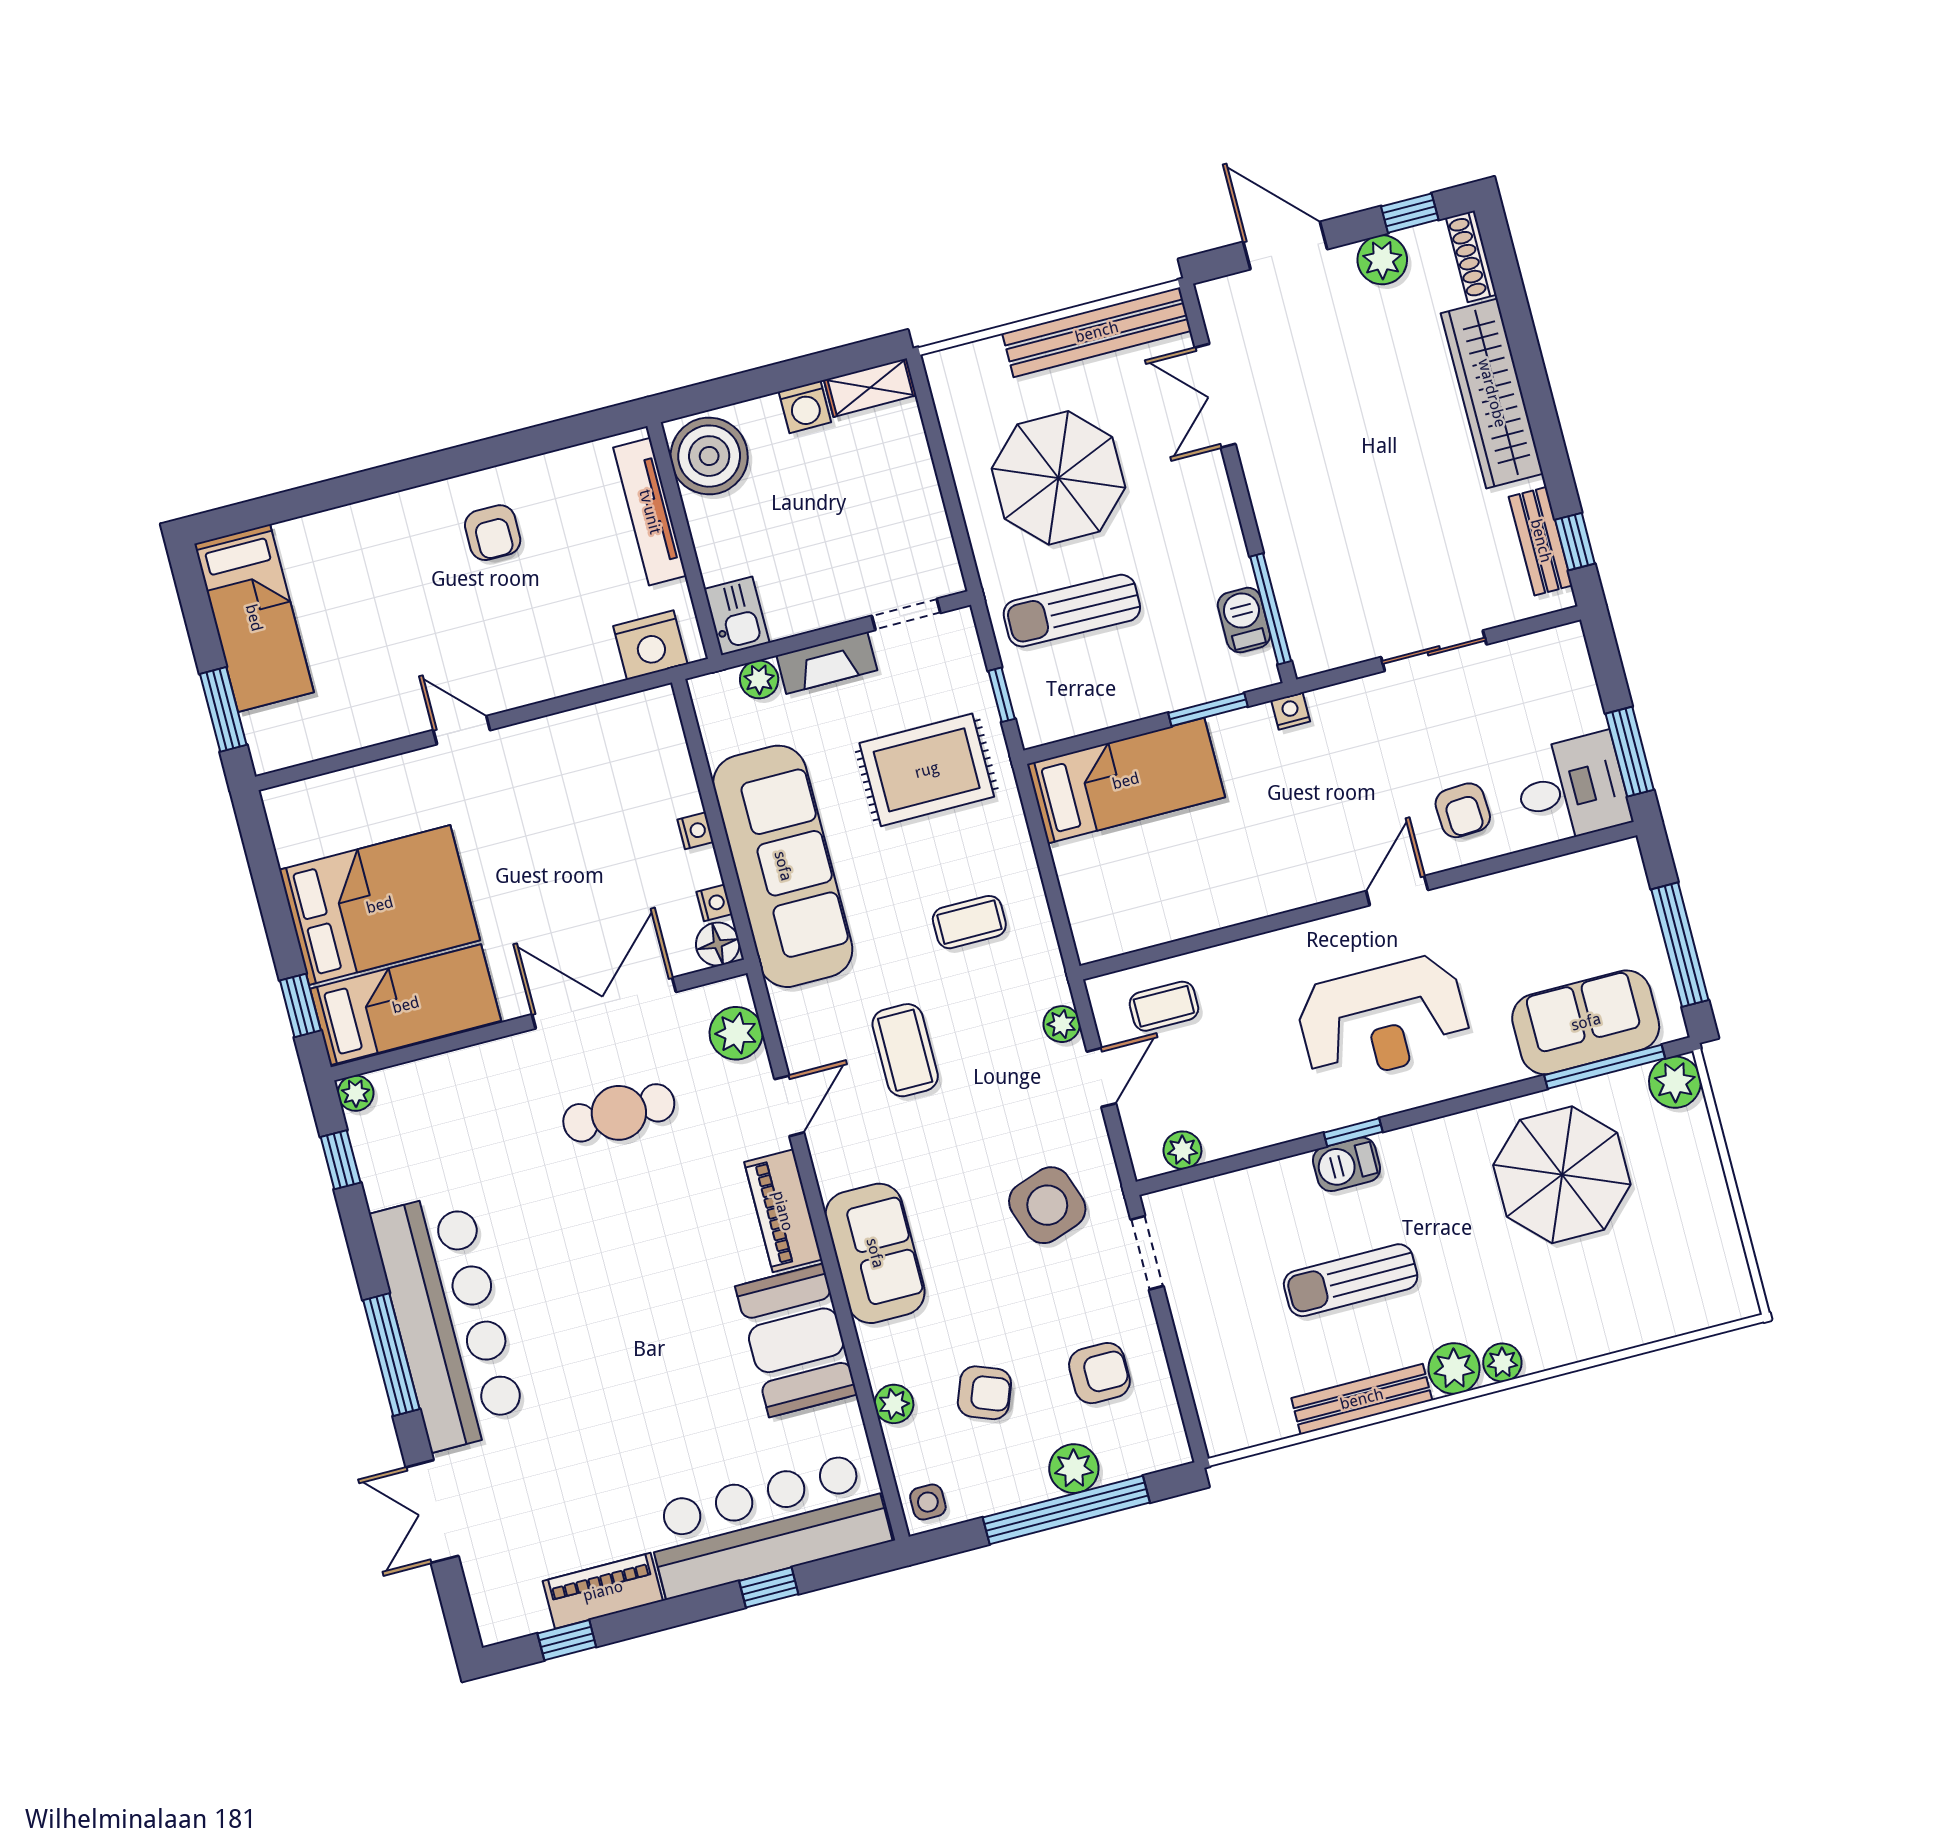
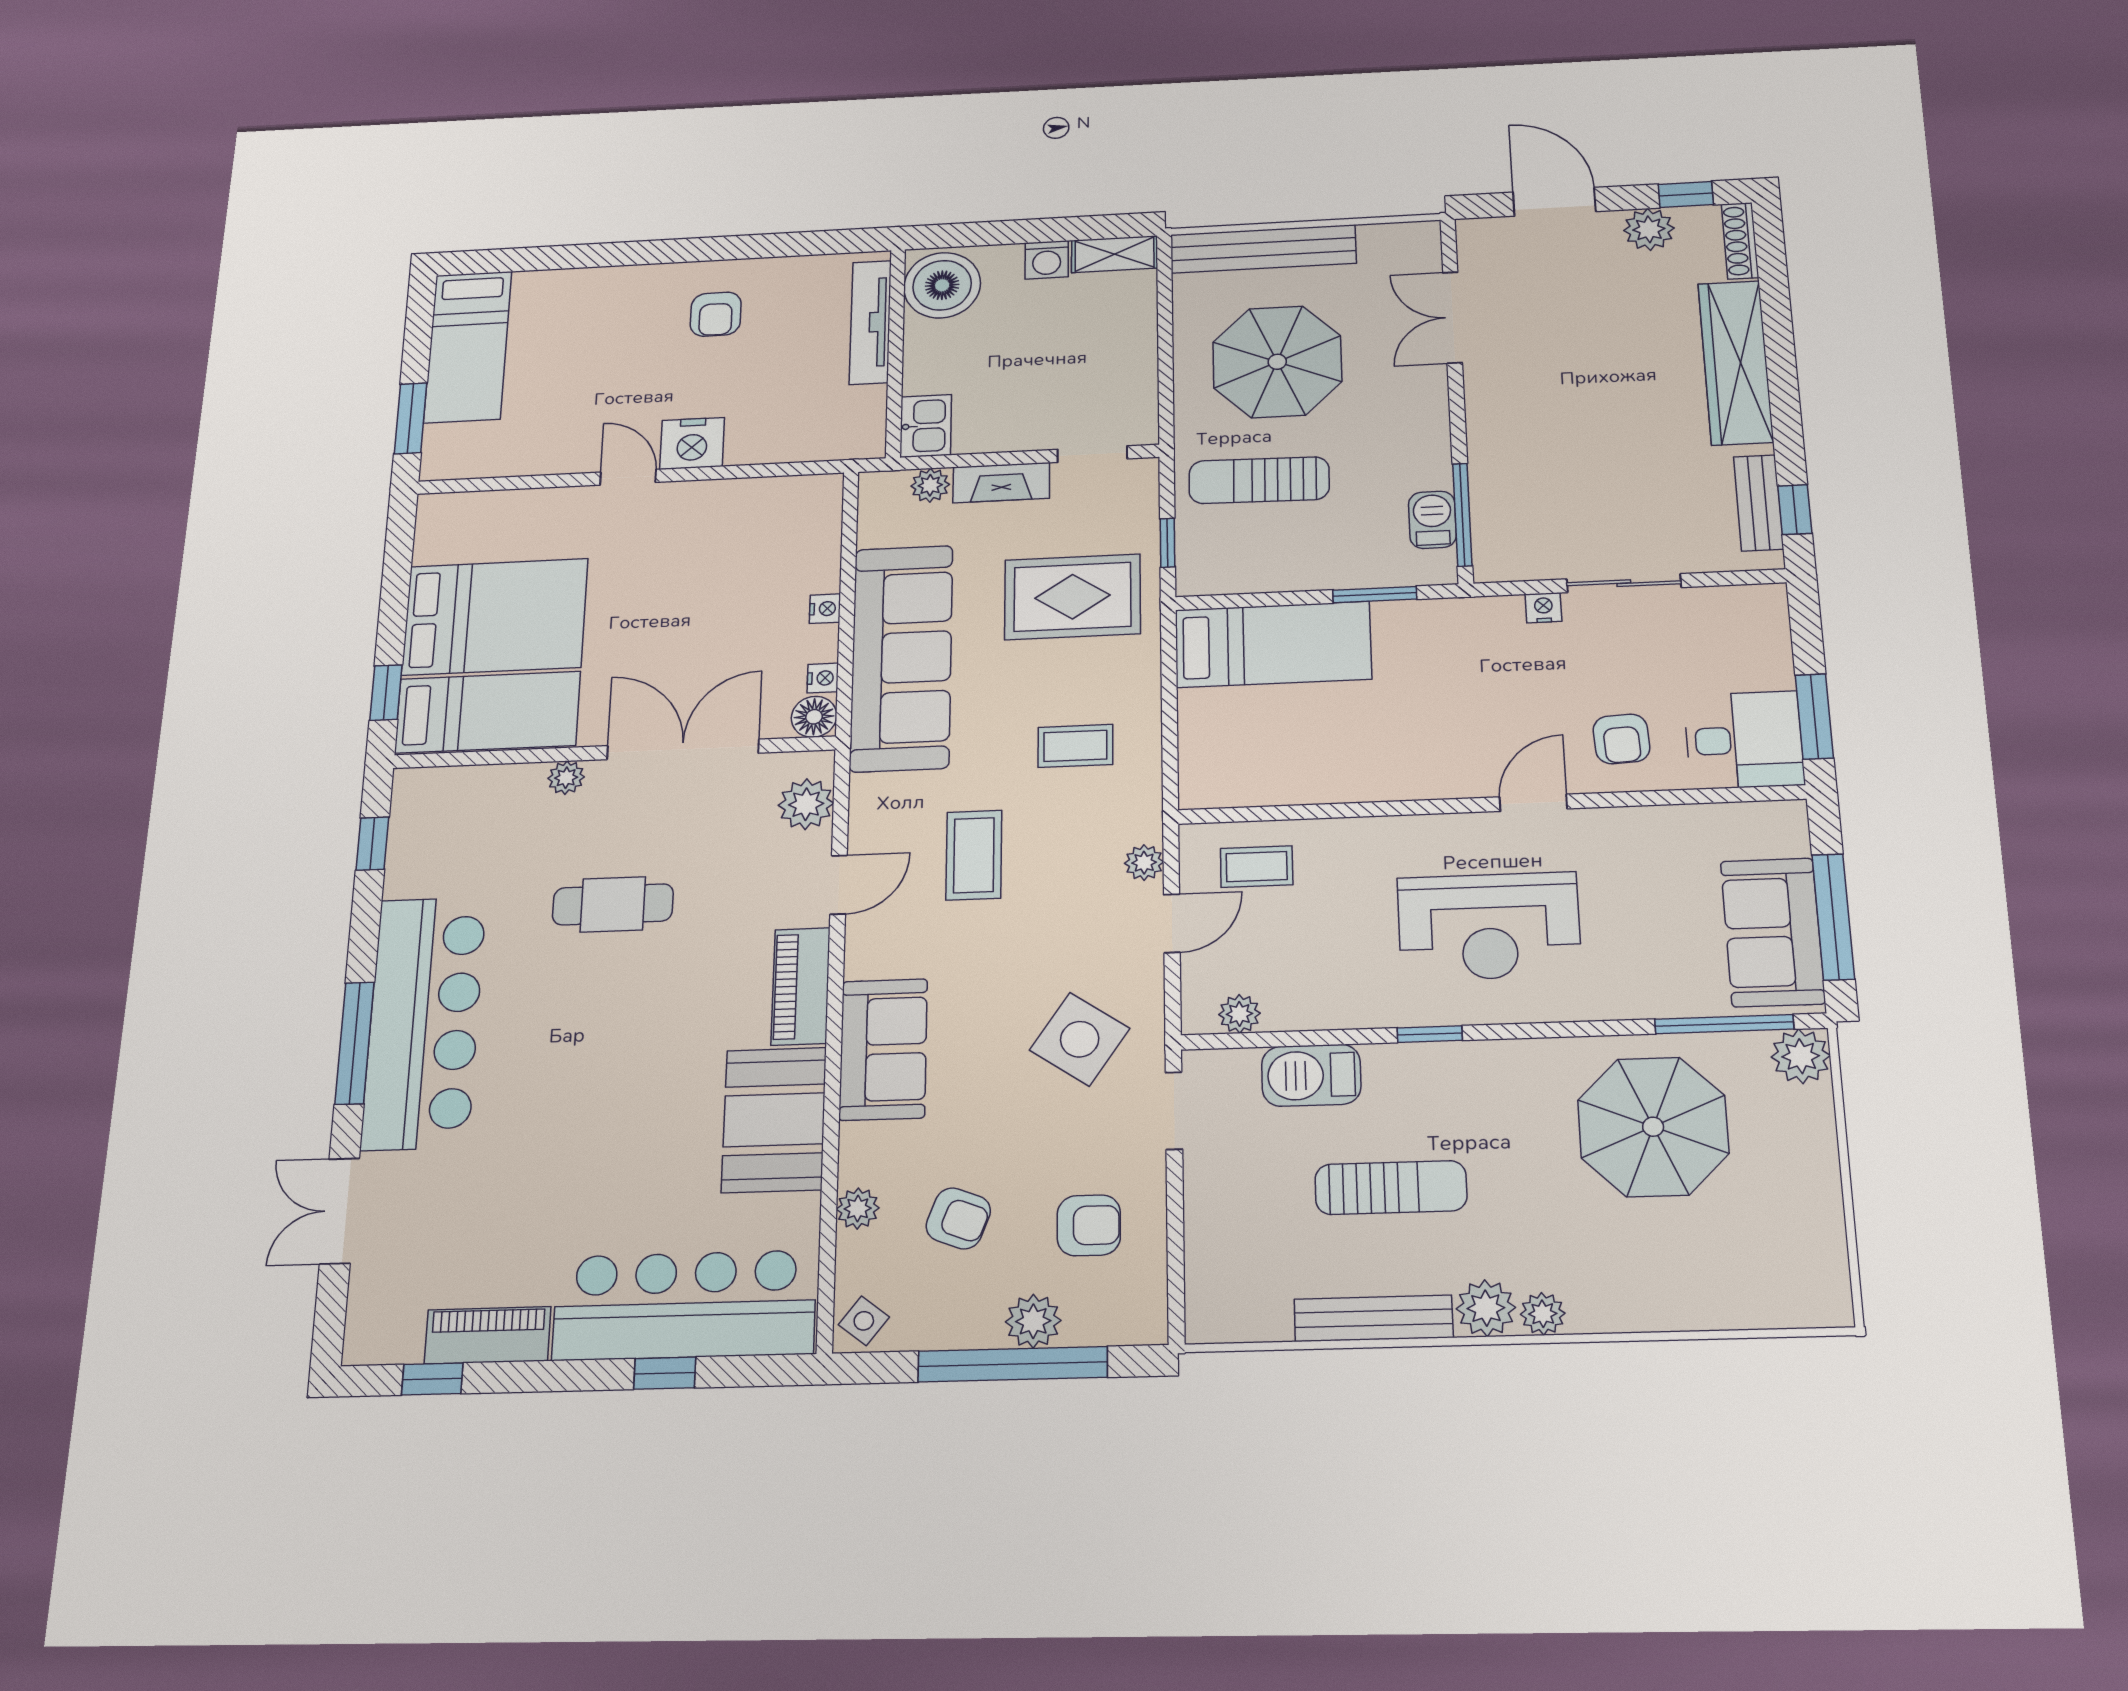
bench: (1097, 332) -> (1263, 249), moved
nightstand: (650, 645) -> (692, 443), moved
nightstand: (1291, 711) -> (1543, 608), moved
sofa: (1586, 1022) -> (1773, 932), moved, turned -90
plant: (356, 1093) -> (566, 778), moved
cafe table: (619, 1113) -> (613, 904), moved
barbecue: (1347, 1164) -> (1311, 1075), moved, width x1.38, depth x1.27
side table: (1047, 1205) -> (1080, 1039), turned -37
sun lounger: (1351, 1280) -> (1391, 1188), turned 180
side table: (928, 1502) -> (864, 1321), turned 38

